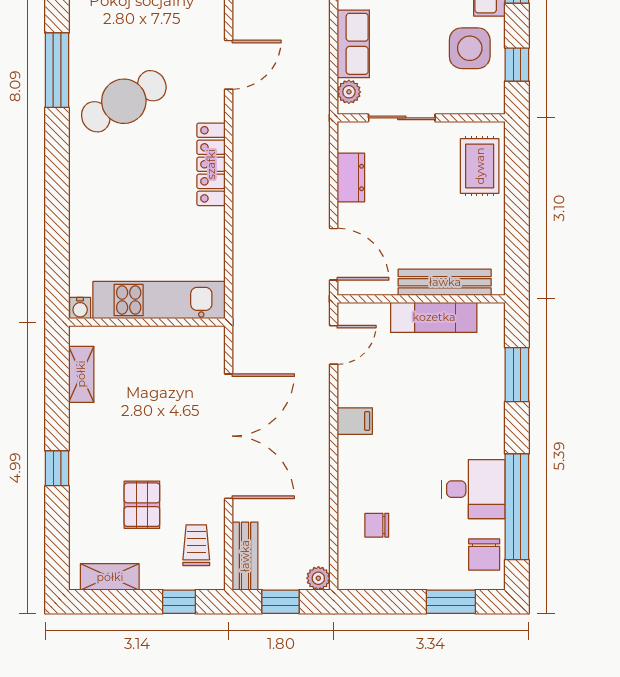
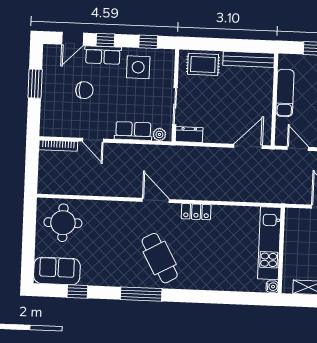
door: (229, 65) -> (156, 200), moved
locker: (211, 164) -> (196, 212), width x0.66
dresser: (351, 178) -> (189, 135), moved
bench: (445, 282) -> (249, 59), moved, turned 90

